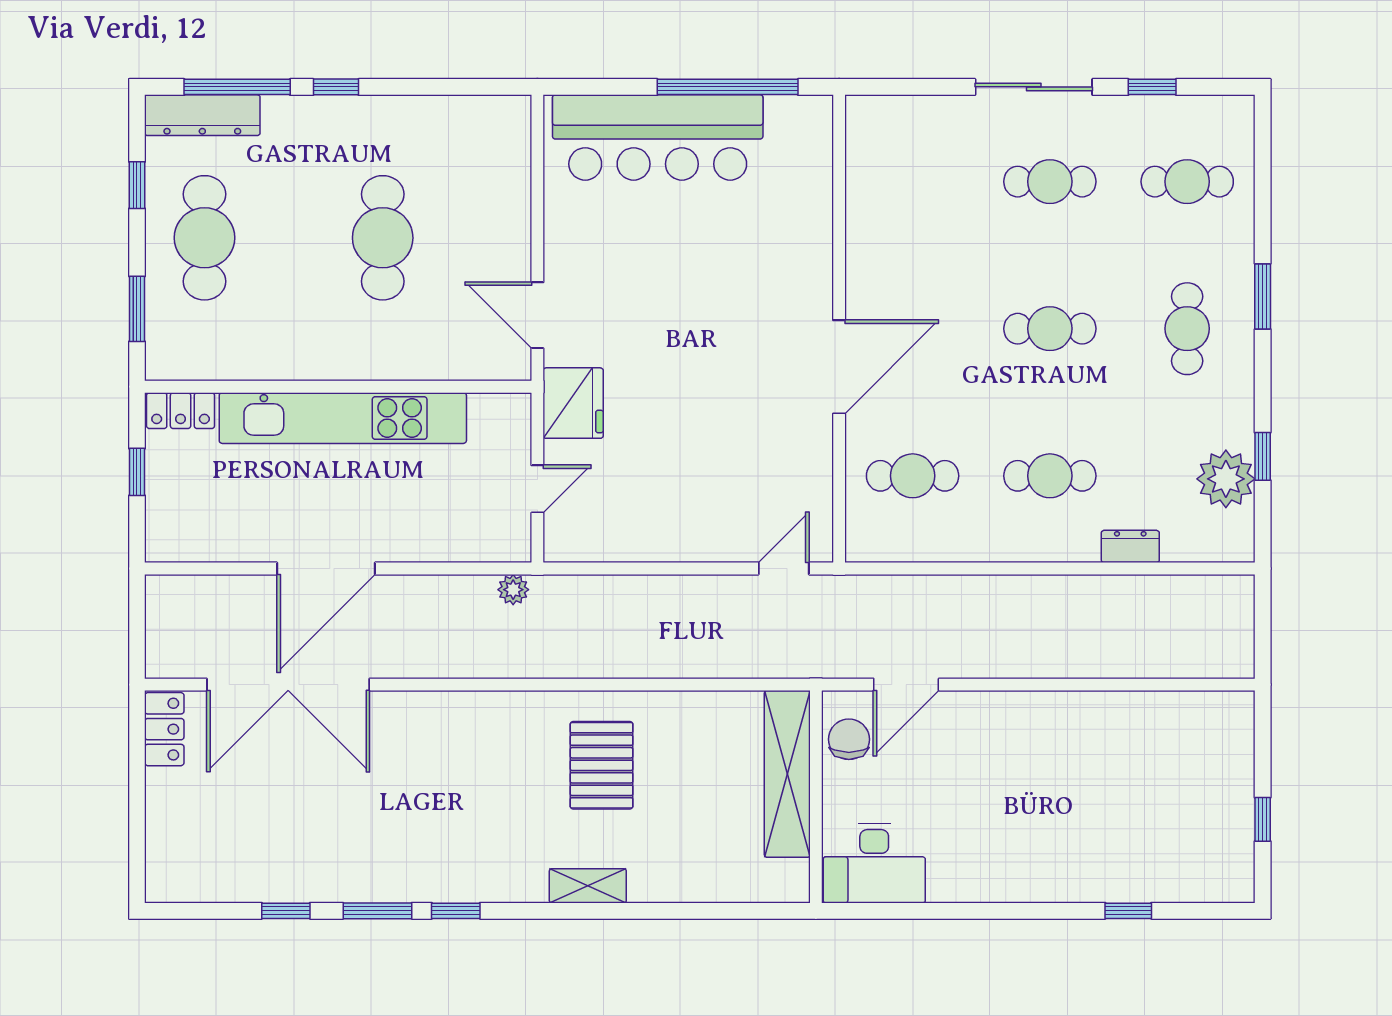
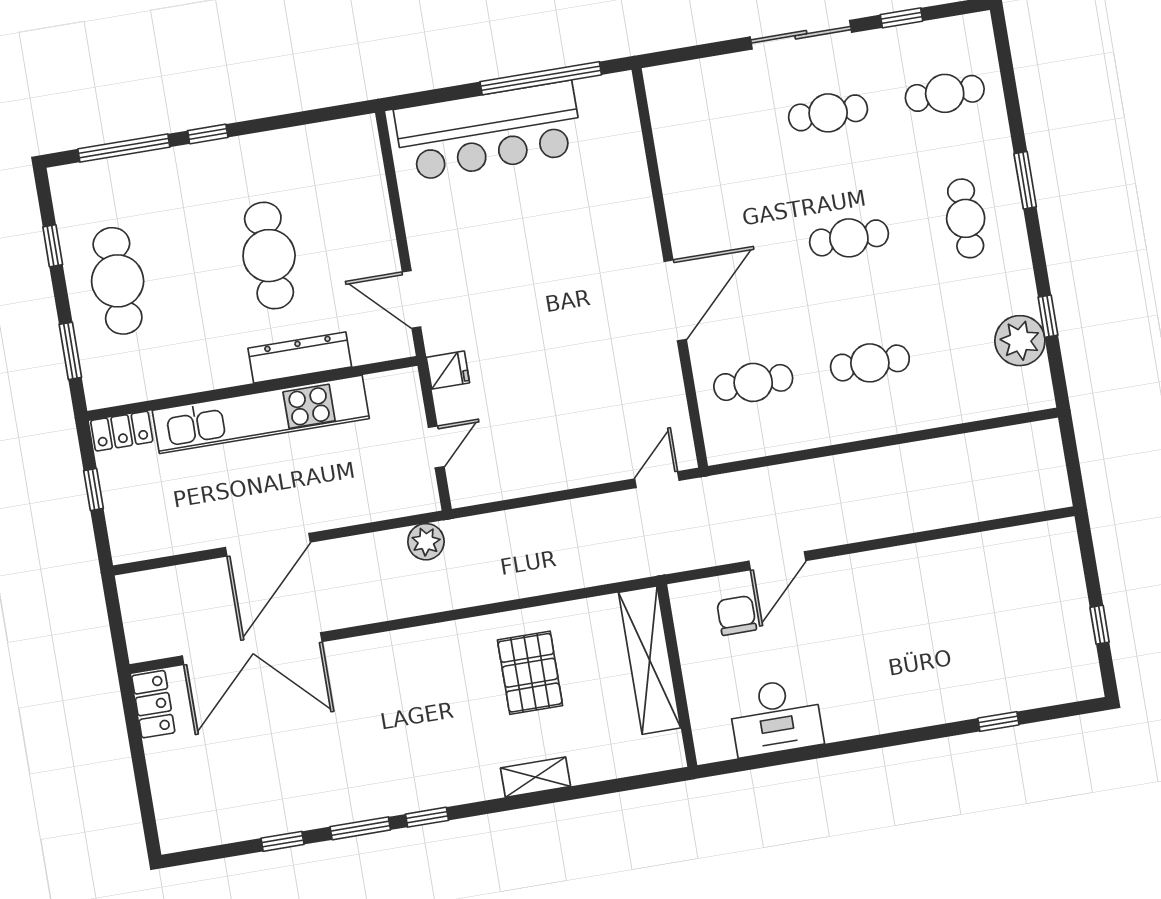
dresser: (202, 115) -> (300, 357), moved, turned 180
fridge: (573, 403) -> (448, 370), width x0.53, depth x0.75
dresser: (1130, 546) -> (948, 412), removed
plant: (513, 590) -> (426, 542), width x1.38, depth x1.38
shelving: (787, 774) -> (650, 660), moved
wall: (816, 797) -> (677, 676), moved

